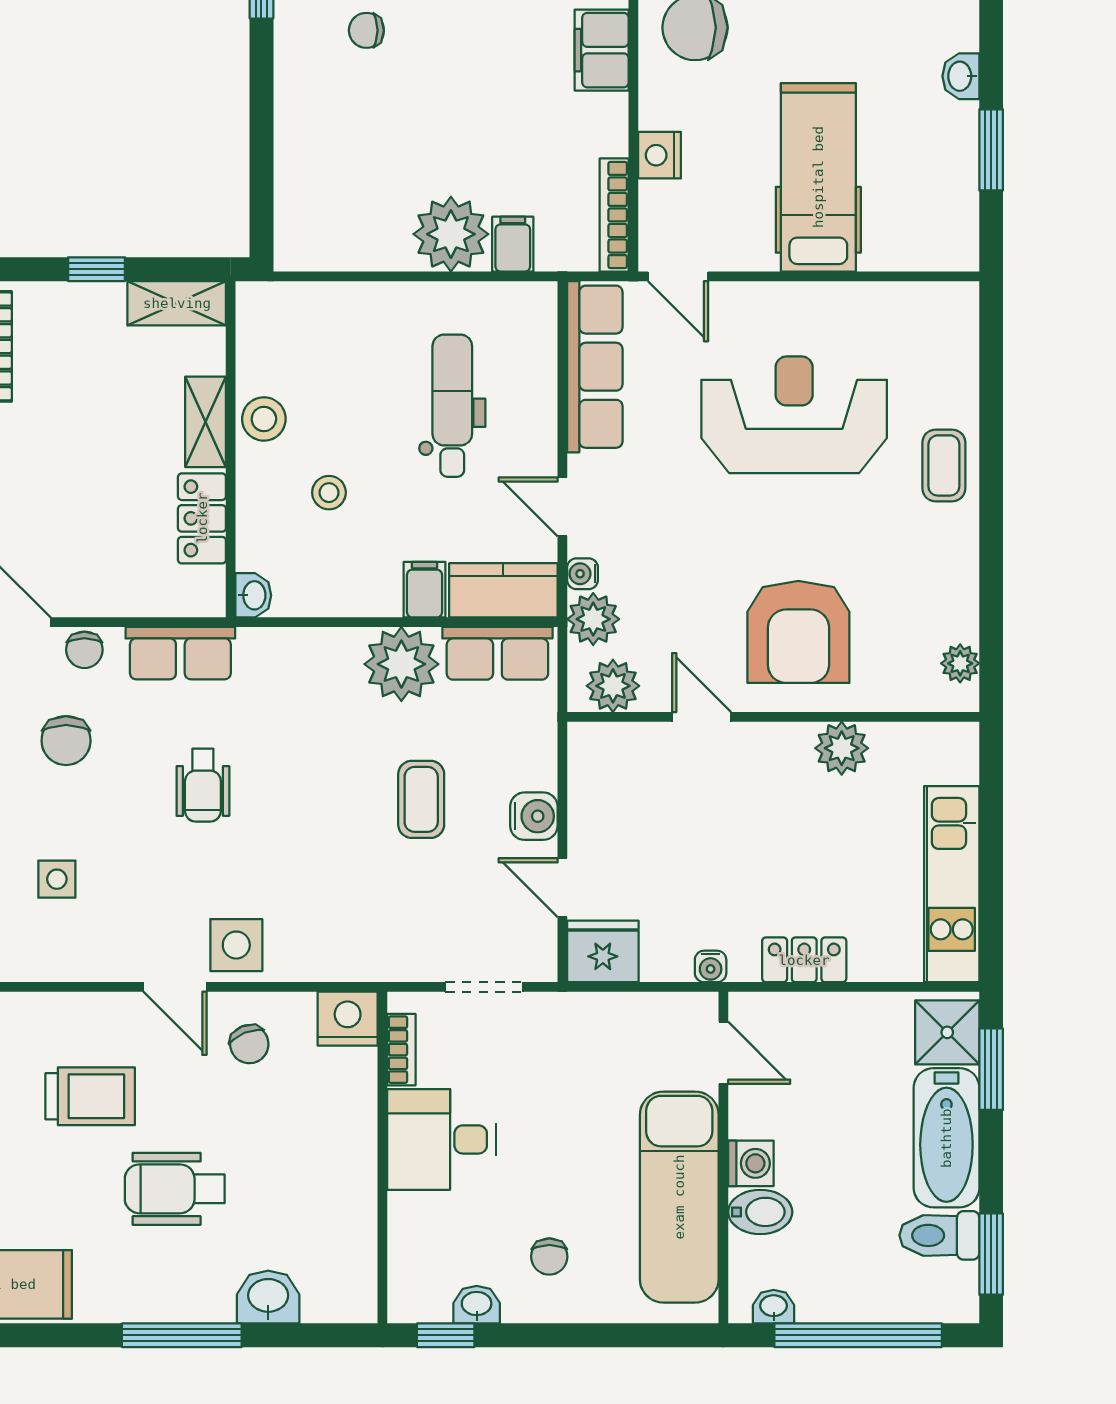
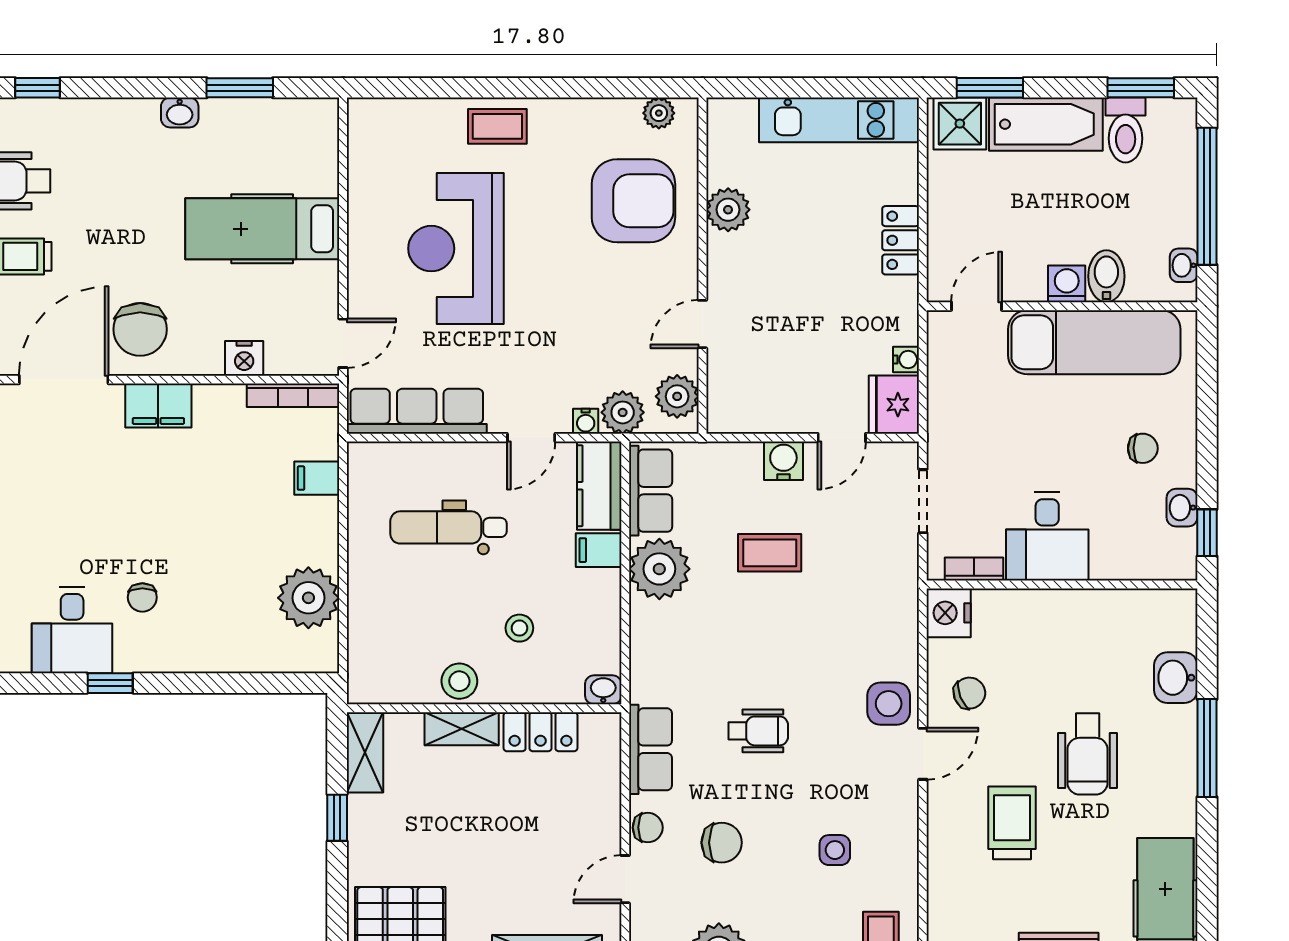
plant: (451, 234) -> (308, 598), moved
armchair: (798, 632) -> (633, 201), moved
water cooler: (711, 966) -> (906, 359), moved

